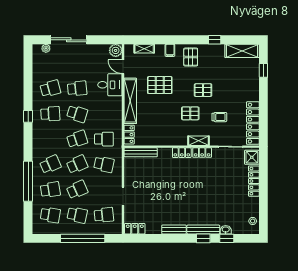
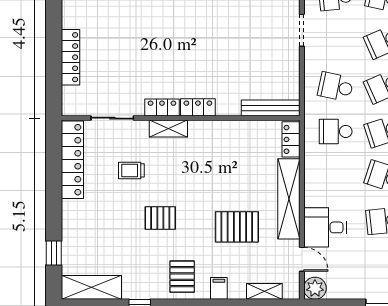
pallet: (190, 113) -> (183, 177), removed
shower: (252, 157) -> (74, 99), removed

